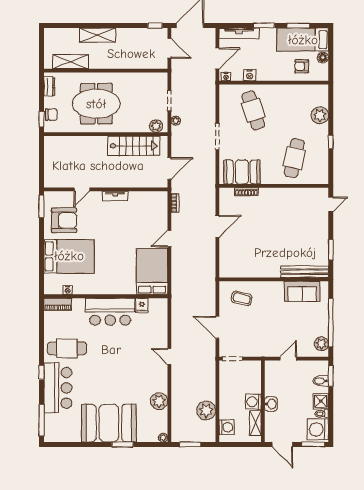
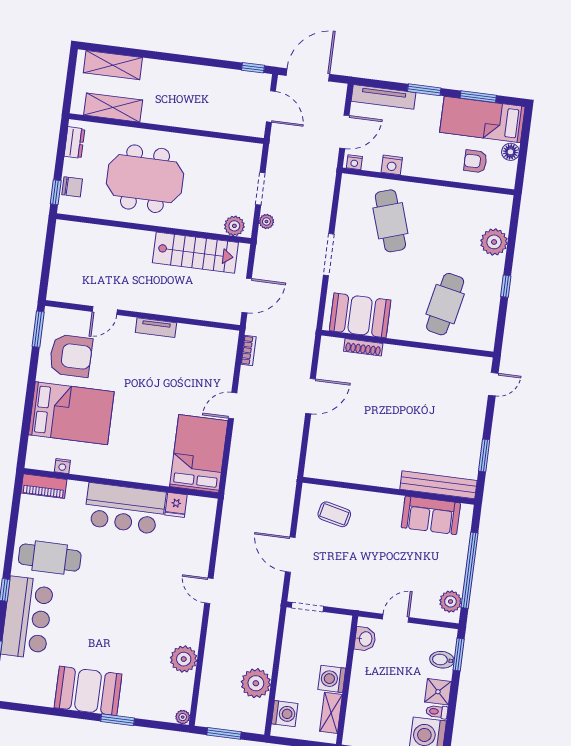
shelving: (97, 35) -> (113, 65), moved
washbasin: (271, 404) -> (365, 639), moved
booth: (109, 423) -> (88, 691), width x0.73, depth x0.70

